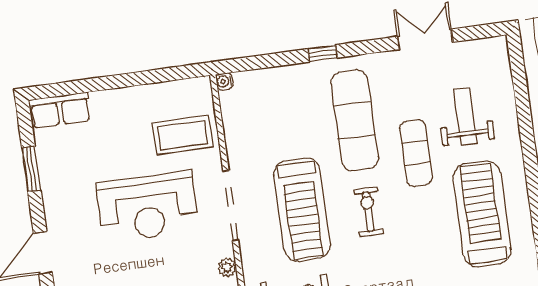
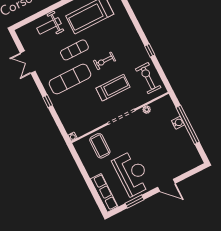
row of seats: (60, 110) -> (104, 193), width x1.48
weight bench: (465, 116) -> (49, 26), moved
reception desk: (148, 207) -> (132, 173), moved
treadmill: (302, 210) -> (113, 88), width x0.73, depth x0.73

